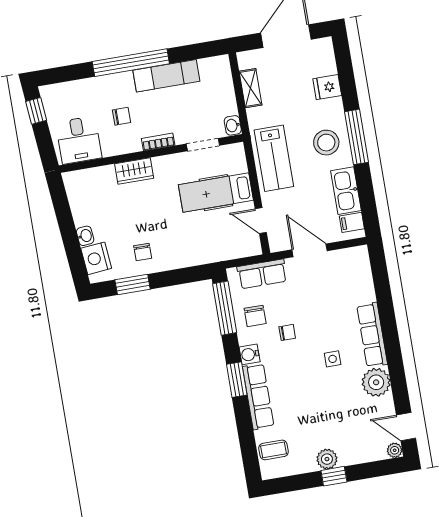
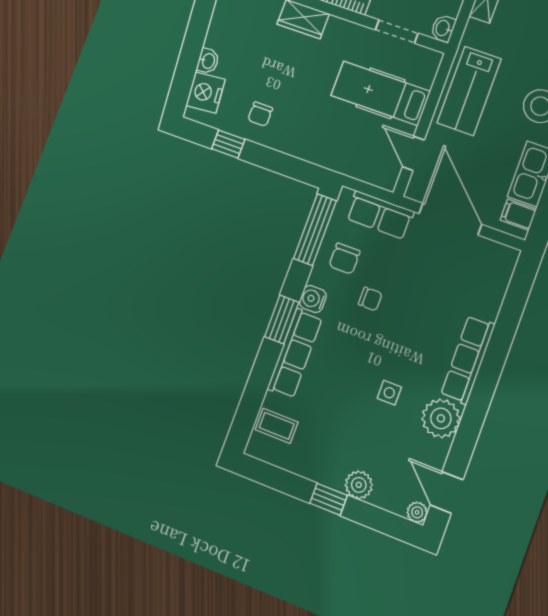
door: (310, 250) -> (450, 219), width x1.36
window: (133, 284) -> (228, 144), width x0.67
side table: (333, 359) -> (389, 393), moved
plant: (327, 459) -> (359, 485), moved

